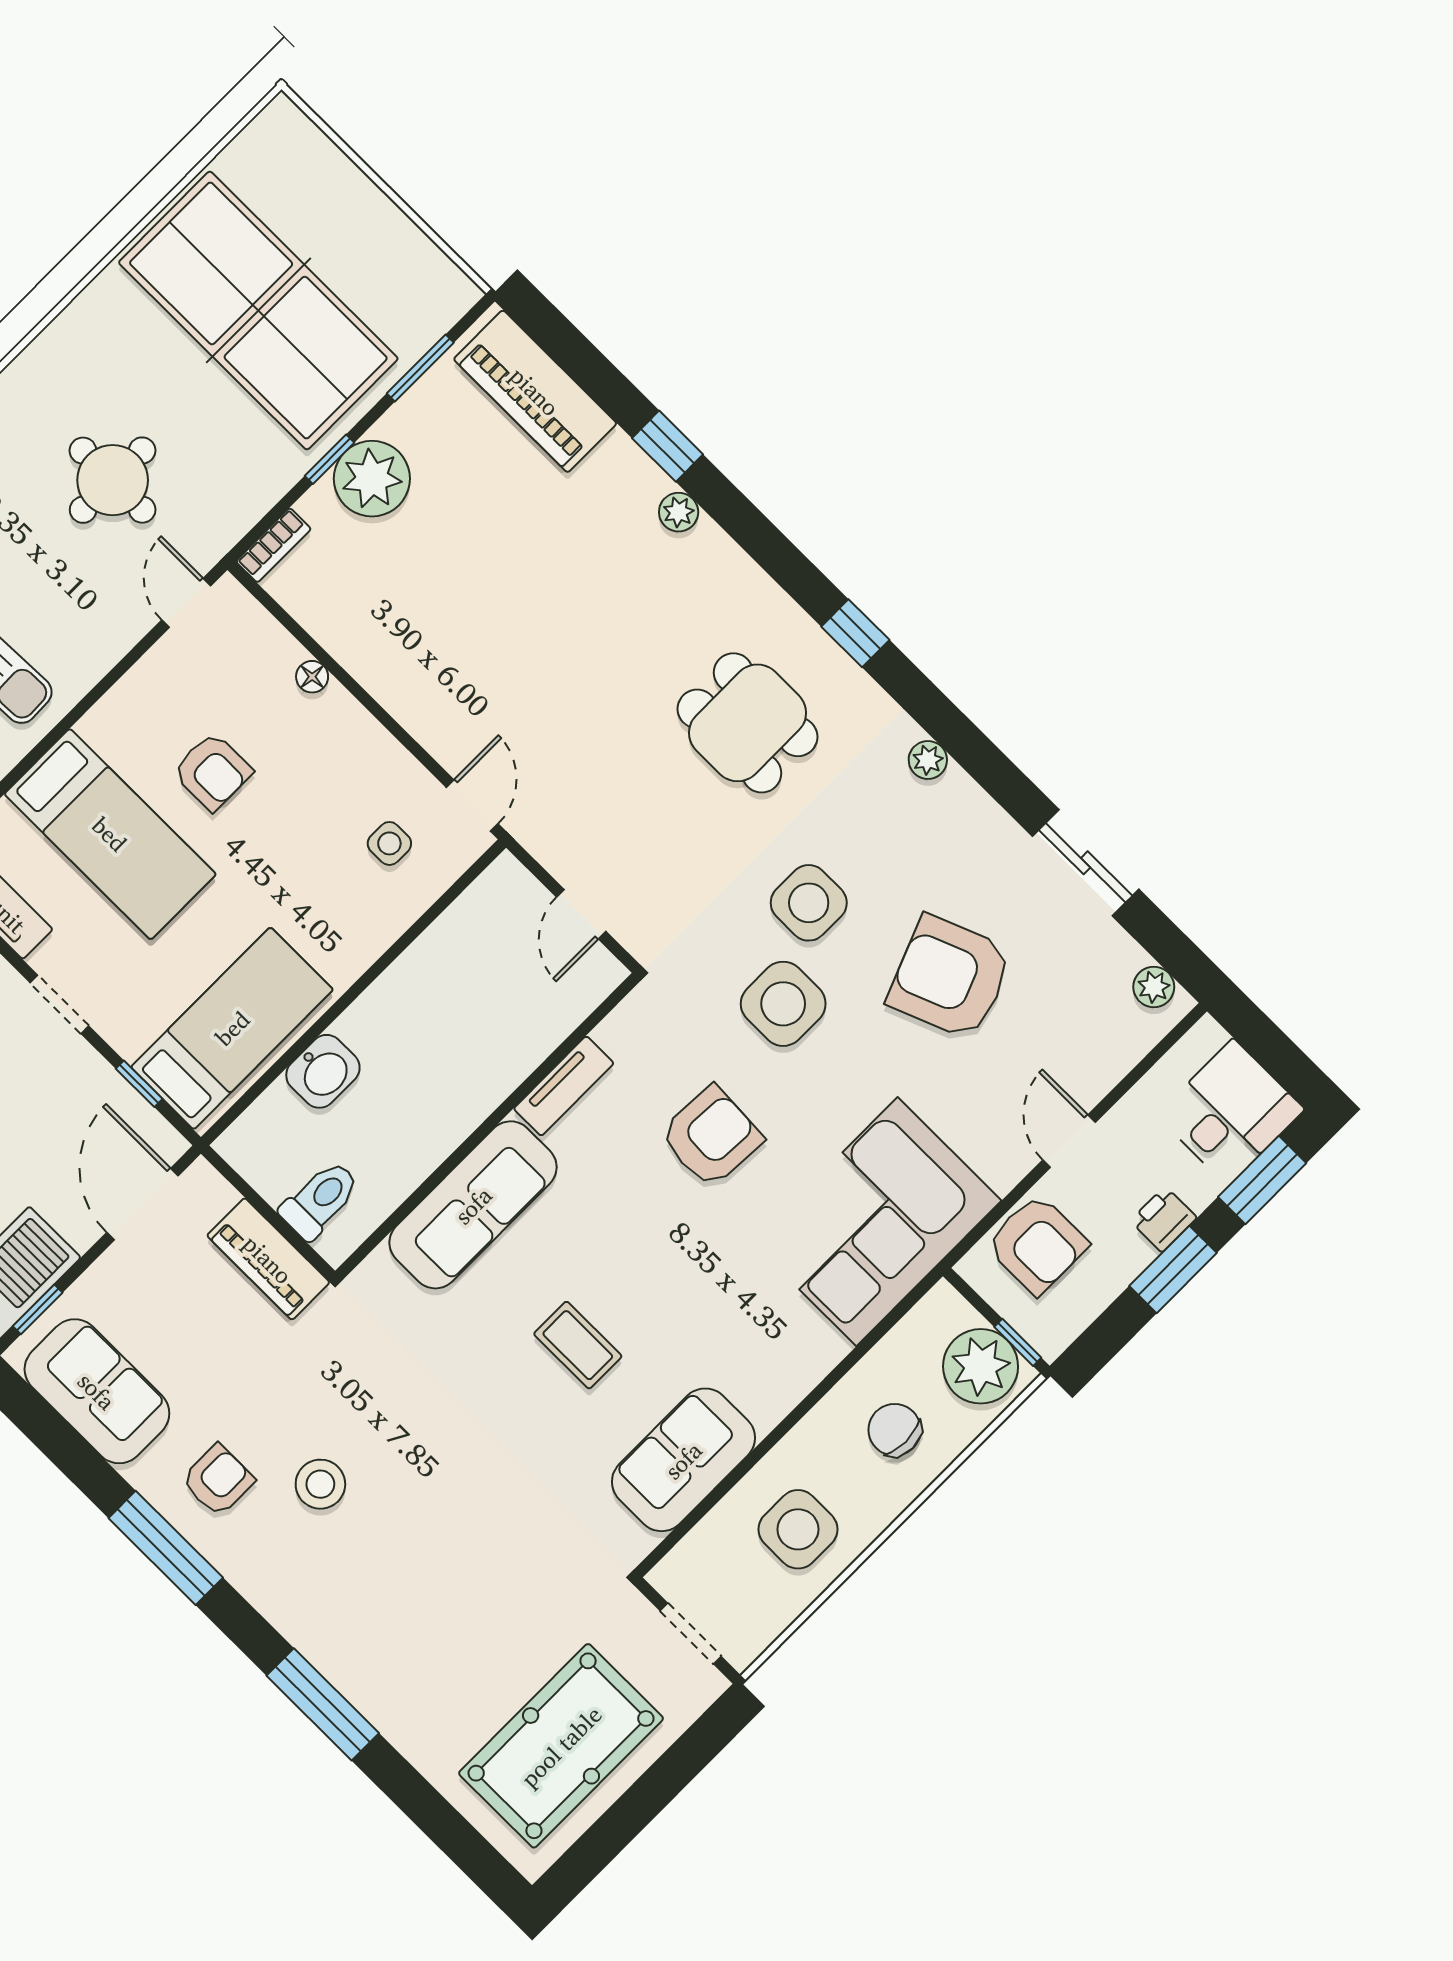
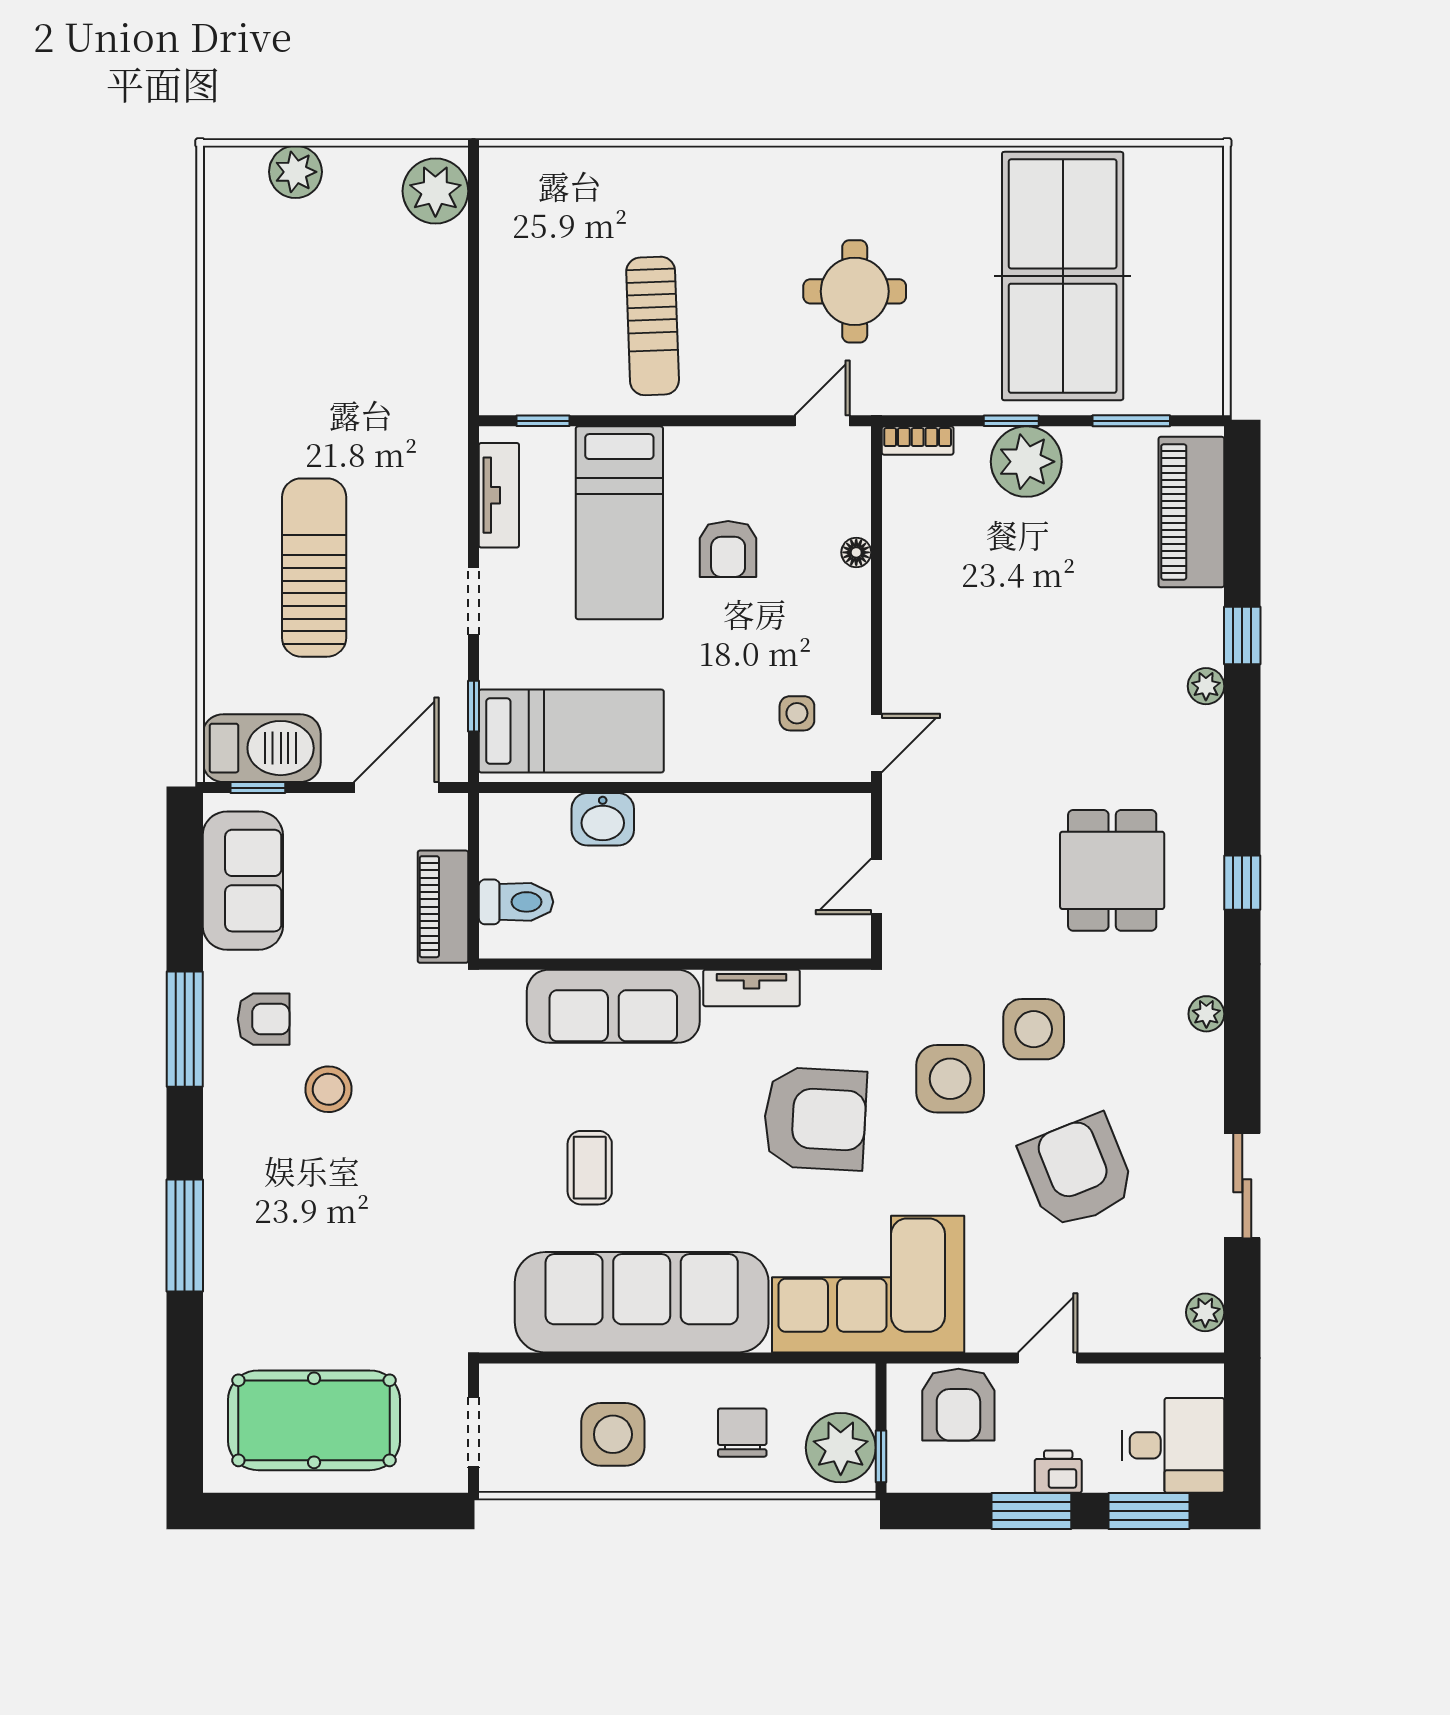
armchair: (711, 1137) -> (815, 1119), width x1.36, depth x1.36
sofa: (683, 1460) -> (642, 1302), width x1.85, depth x1.27

